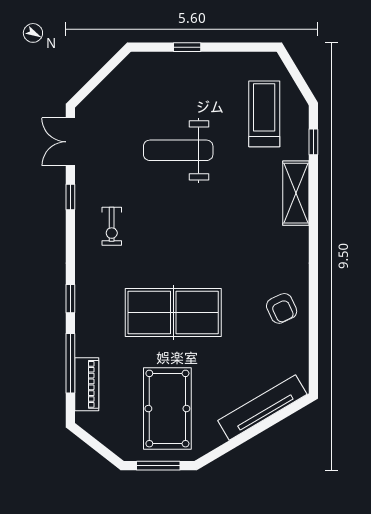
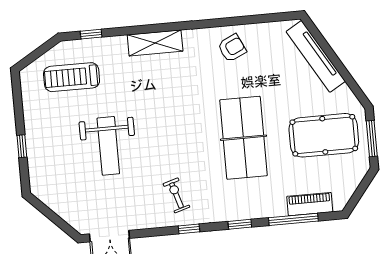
shelving: (296, 193) -> (155, 43), moved
window: (70, 197) -> (189, 229), moved
exercise bike: (112, 226) -> (176, 195), turned -107

